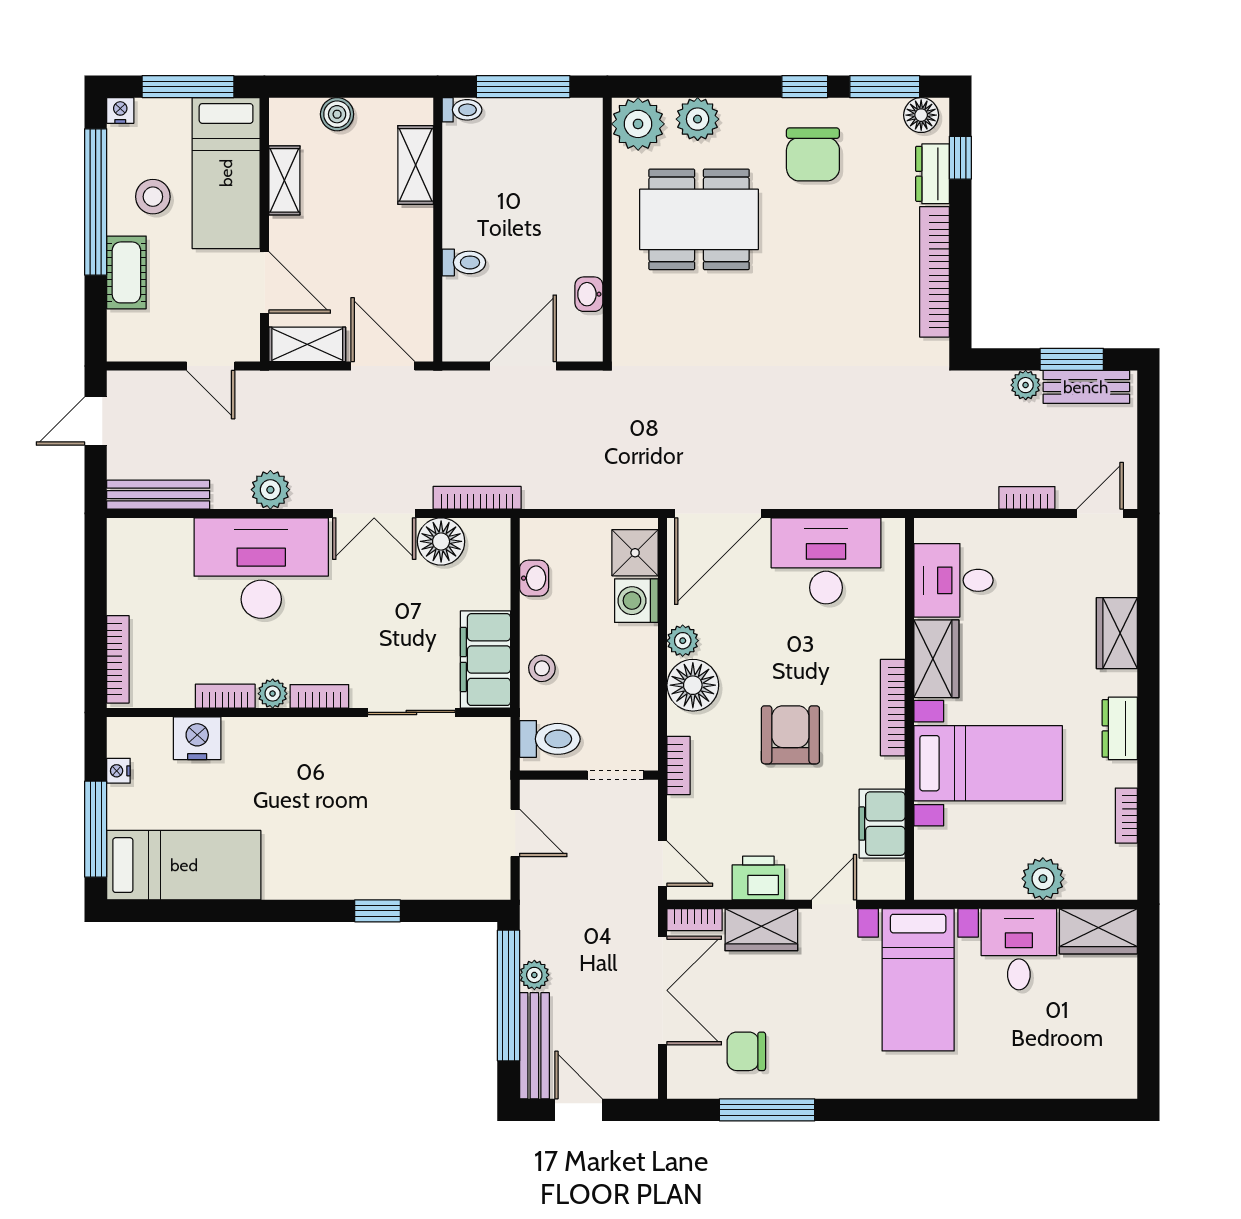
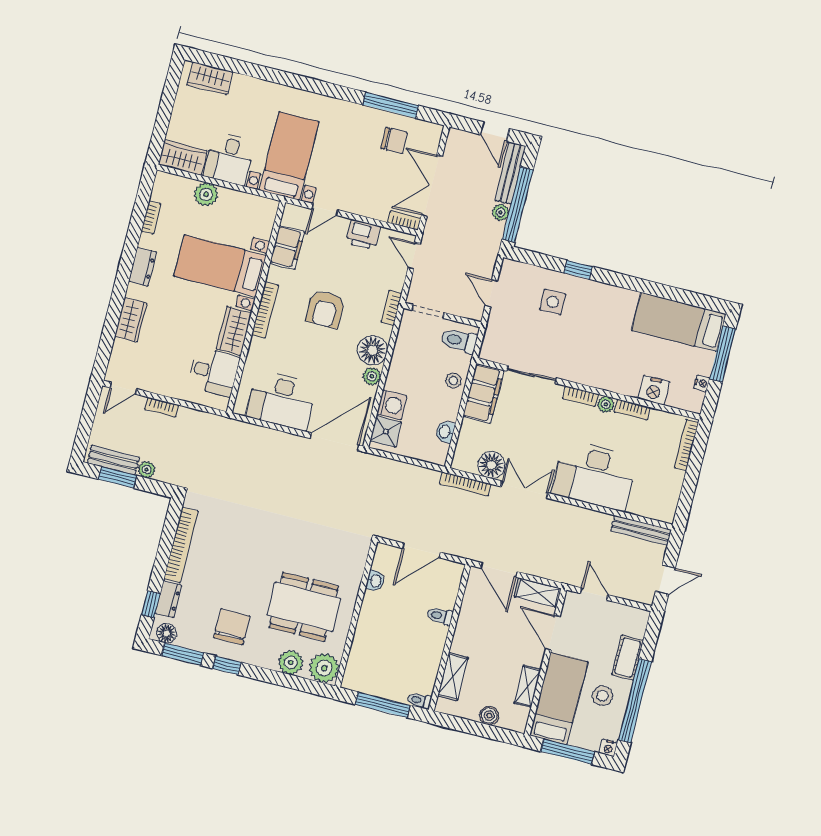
plant: (270, 490) -> (578, 517), removed
side table: (407, 845) -> (553, 302), added
wardrobe: (761, 930) -> (210, 78), moved, turned 180

